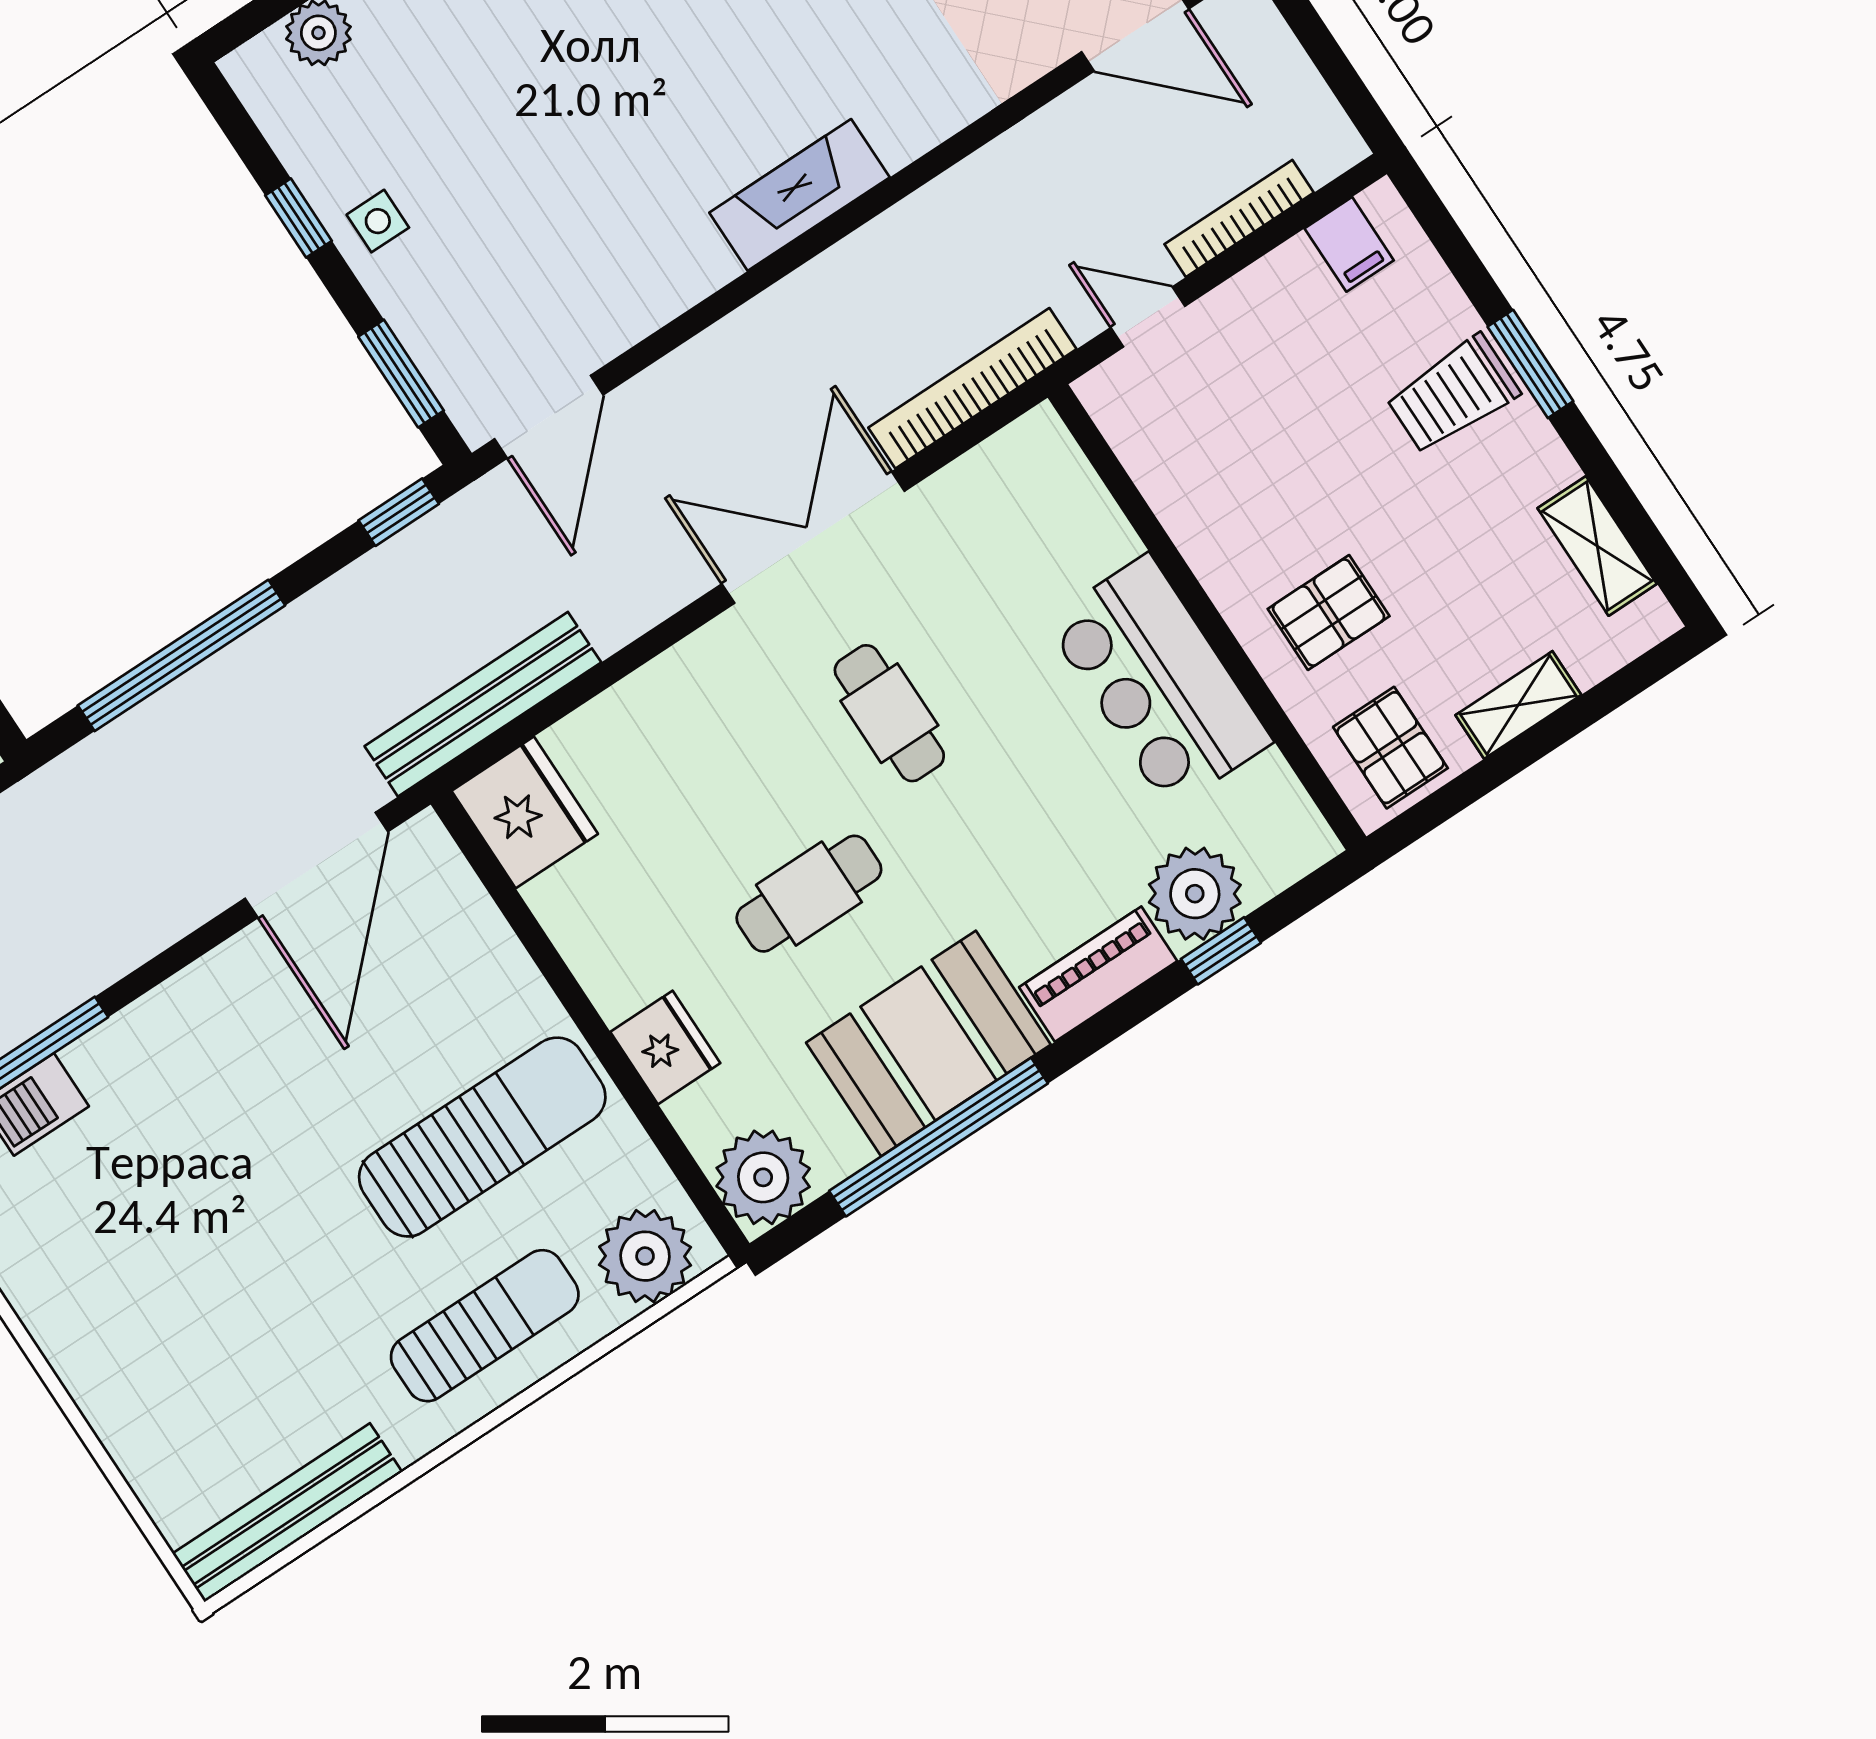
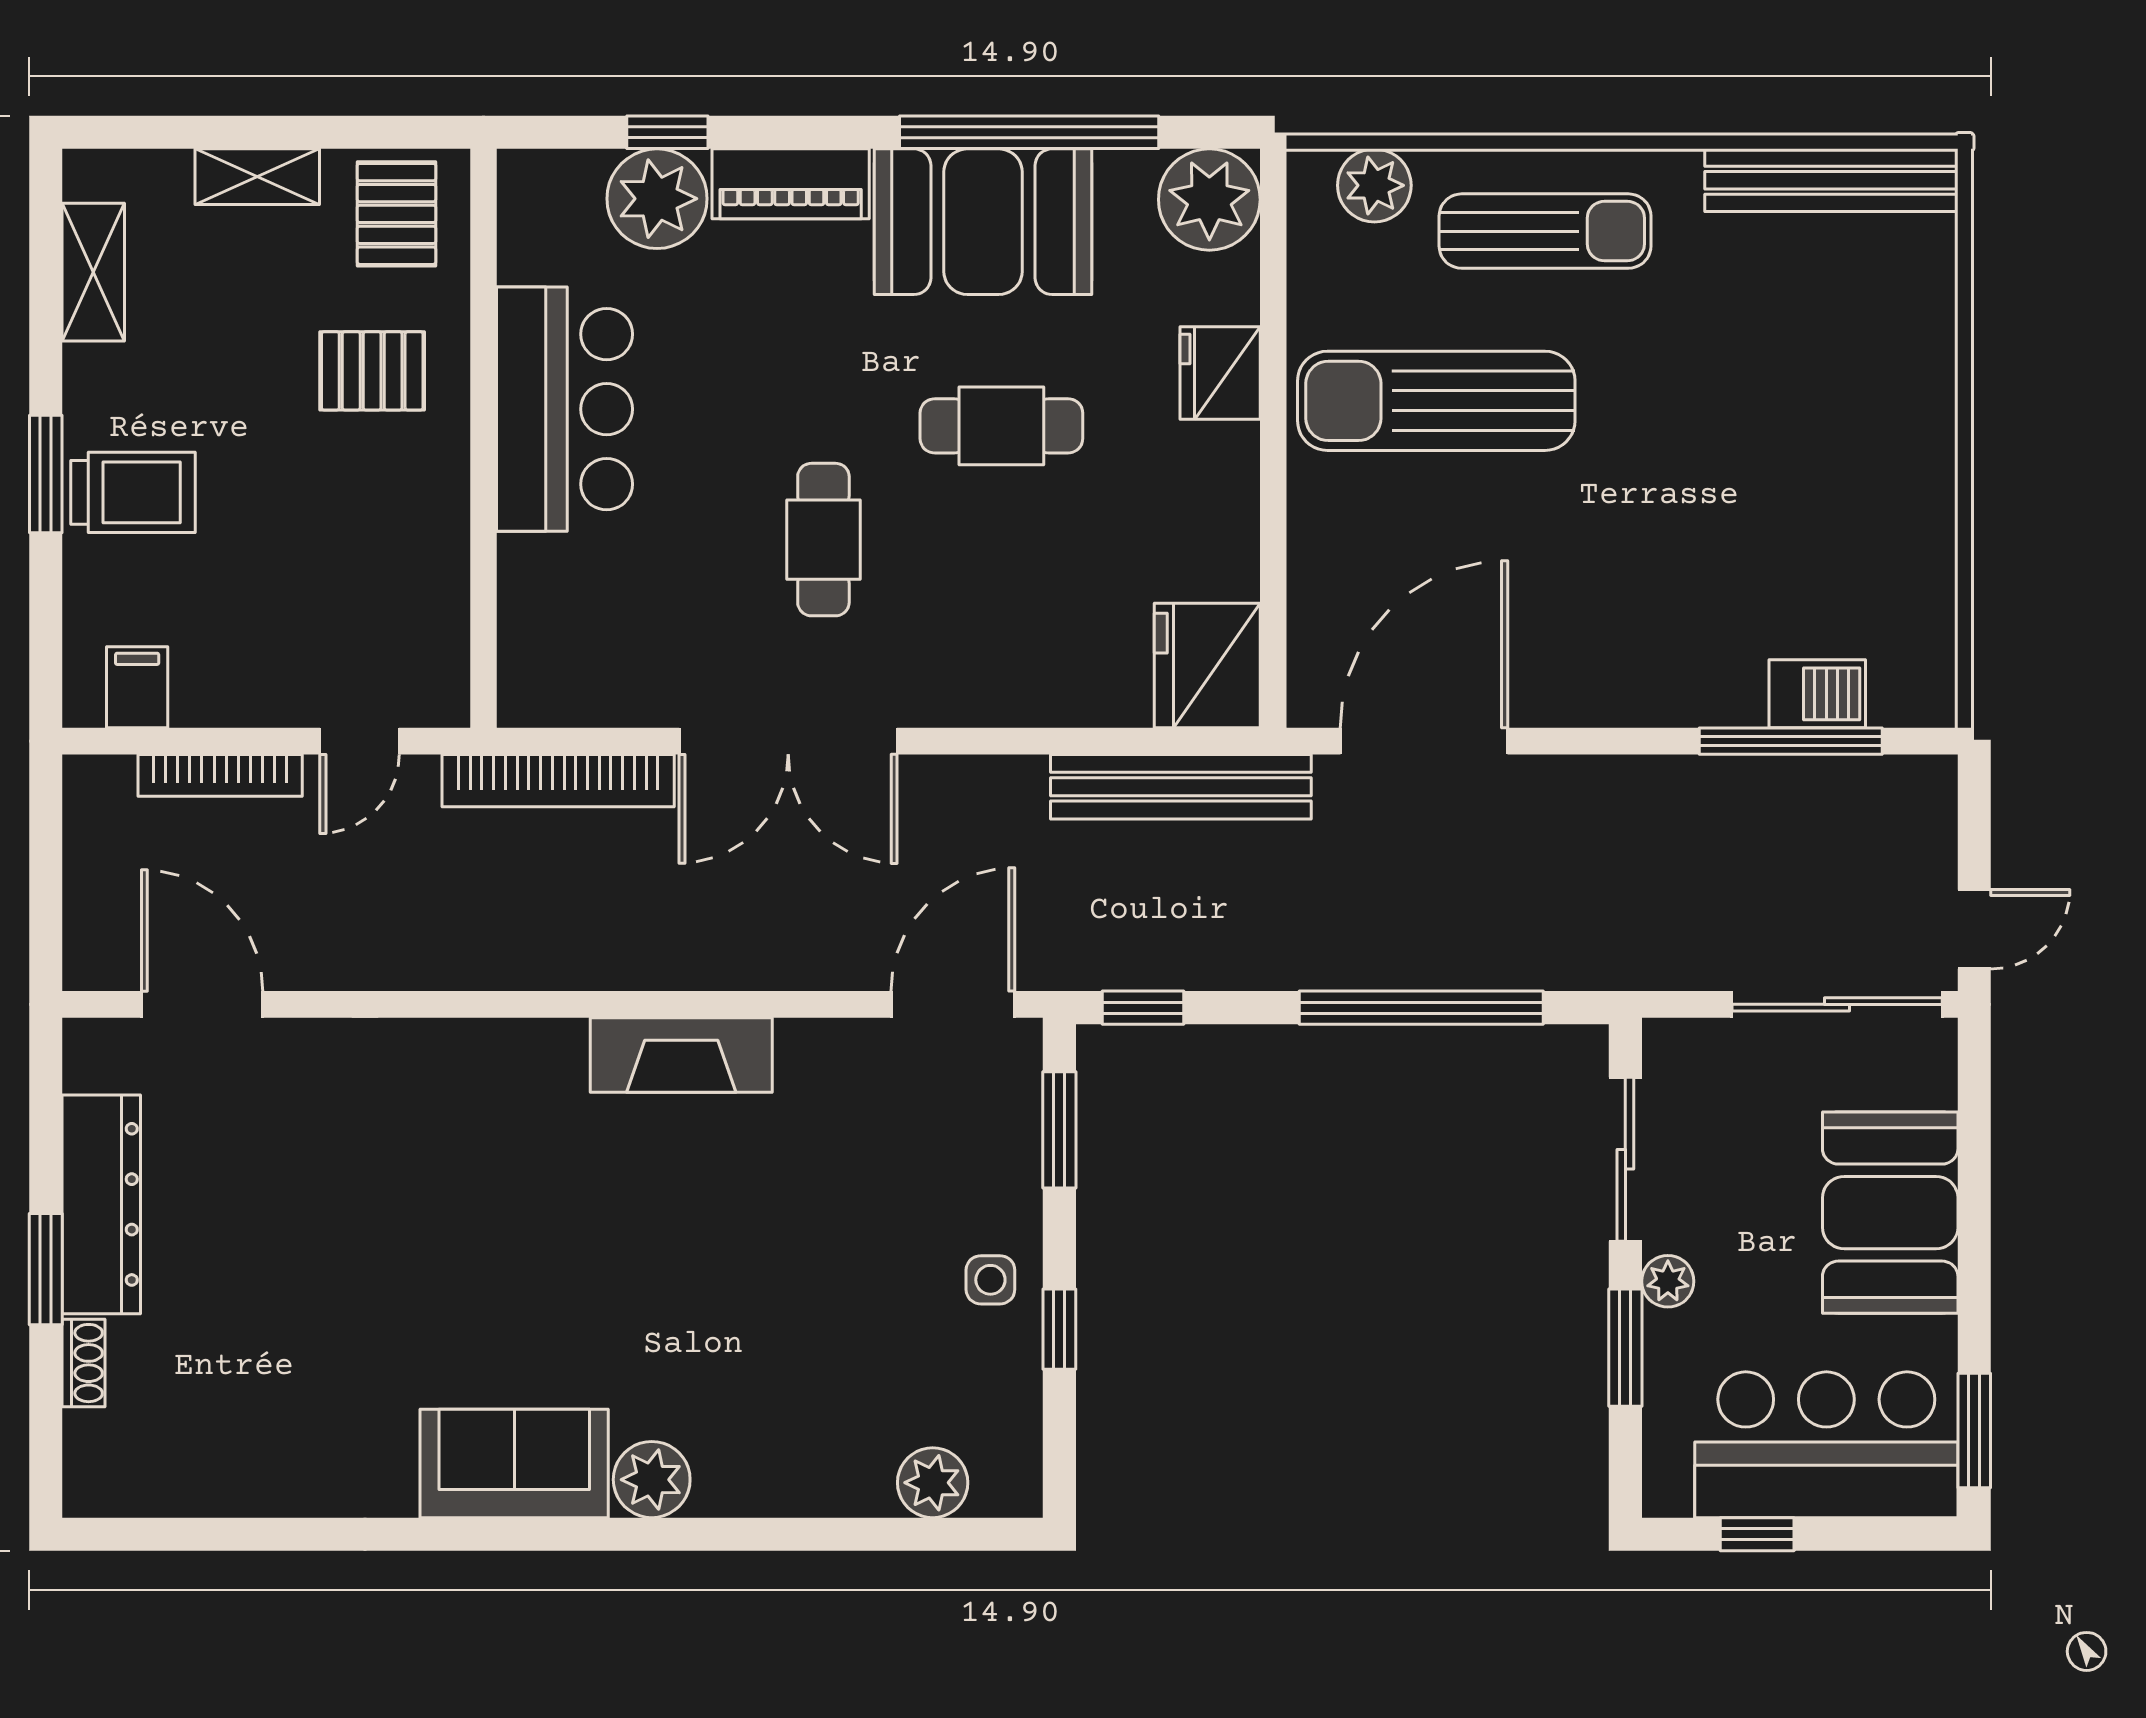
fireplace: (799, 195) -> (681, 1055), moved
door: (1148, 317) -> (360, 741), hinge flipped
plant: (645, 1256) -> (1374, 185), width x0.73, depth x0.73
sun lounger: (485, 1326) -> (1545, 231), turned 180

